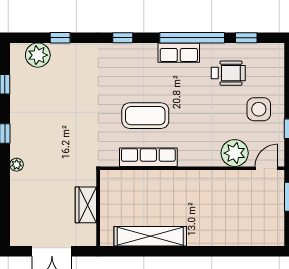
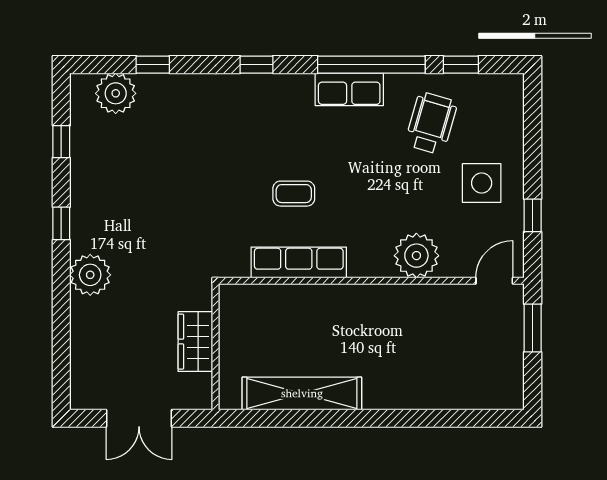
wheelchair: (228, 73) -> (431, 123), turned -74
coffee table: (145, 116) -> (294, 194), width x0.54, depth x0.58
plant: (235, 153) -> (416, 256), moved
plant: (17, 165) -> (90, 275), width x1.88, depth x1.88

